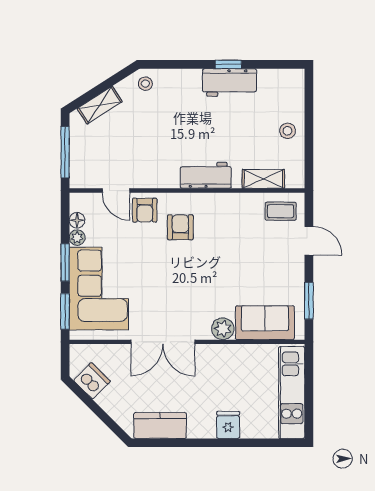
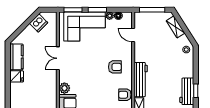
workbench: (206, 175) -> (141, 80), width x1.37
door: (116, 191) -> (133, 35), hinge flipped
armchair: (145, 210) -> (125, 95), moved
double door: (163, 342) -> (58, 58), width x0.73
fridge: (228, 425) -> (17, 76), moved

